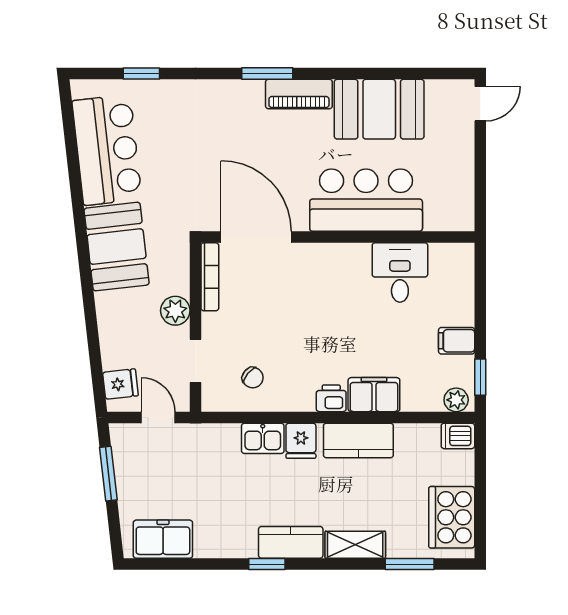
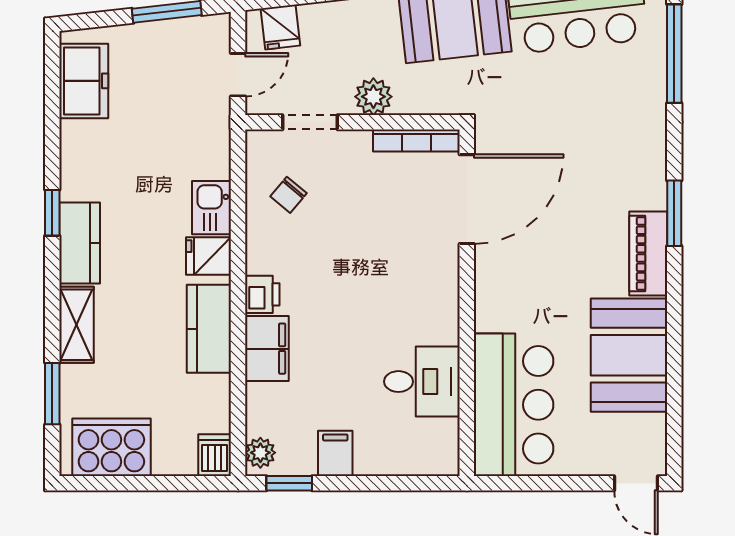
window: (141, 74) -> (674, 54), width x2.17
bar counter: (366, 200) -> (514, 405), moved

